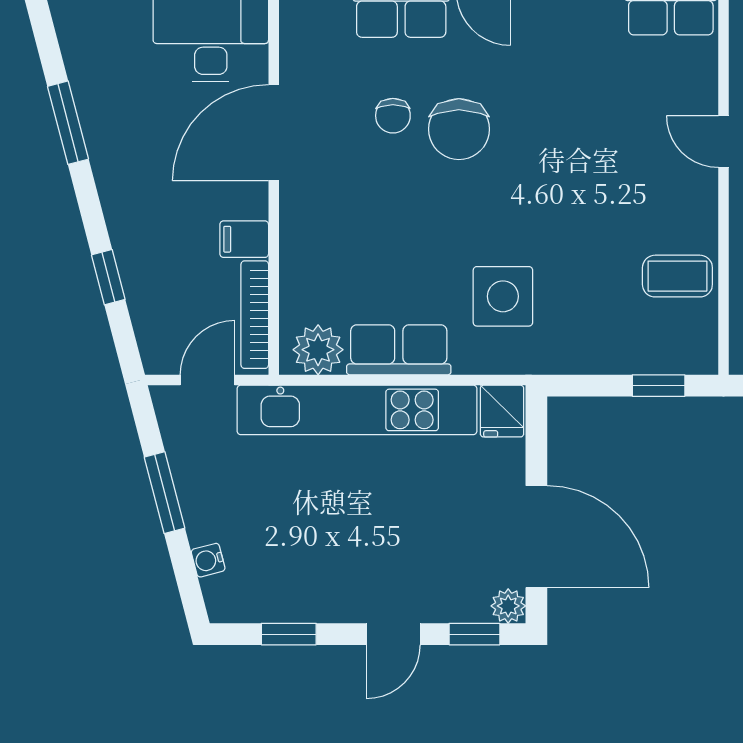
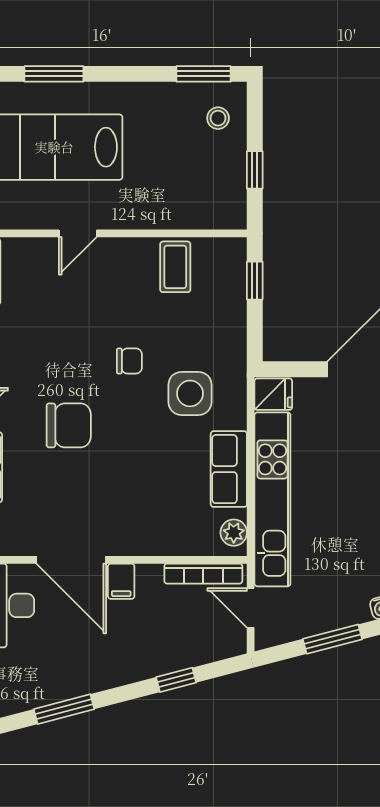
chair: (393, 116) -> (129, 361), moved
filing cabinet: (244, 239) -> (121, 581), moved
plant: (318, 350) -> (234, 533), width x0.73, depth x0.73

